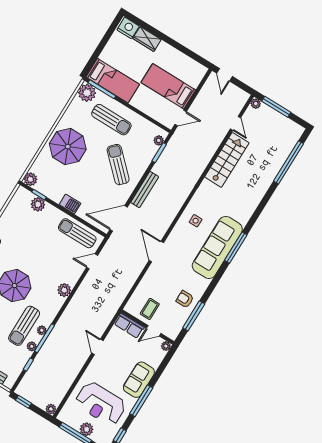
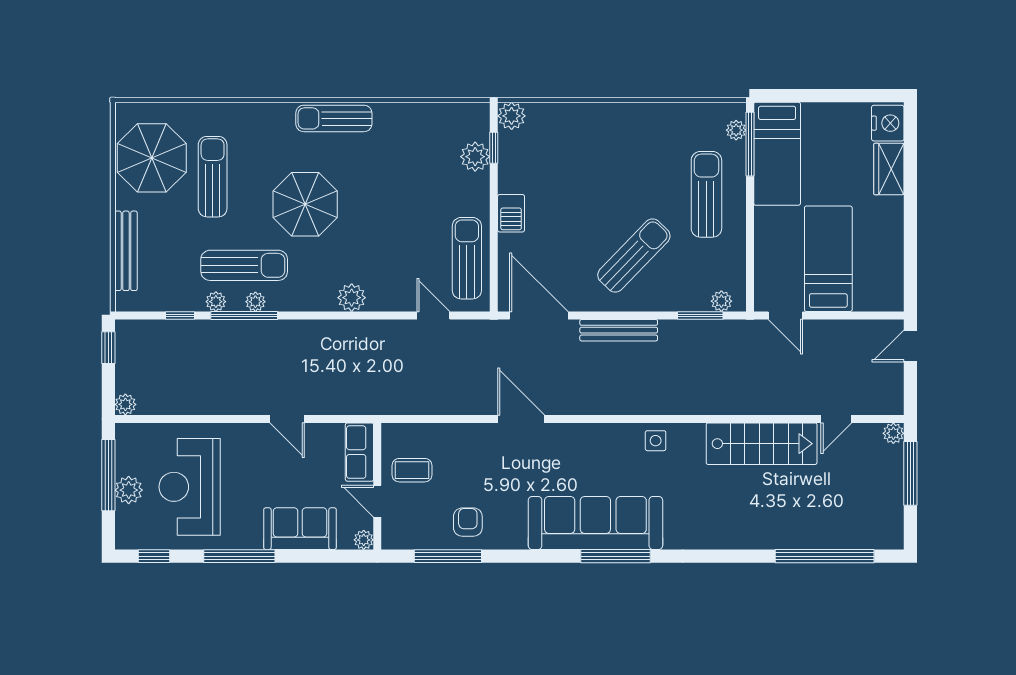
plant: (87, 93) -> (736, 130), width x0.53, depth x0.53
sun lounger: (111, 120) -> (706, 194), turned 180
parasol: (68, 147) -> (611, 146), removed
side table: (196, 221) -> (656, 441), moved
door: (156, 252) -> (521, 419), hinge flipped
sun lounger: (24, 326) -> (244, 265), turned 180
door: (97, 347) -> (287, 419), swing flipped
sofa: (139, 380) -> (300, 529), moved

